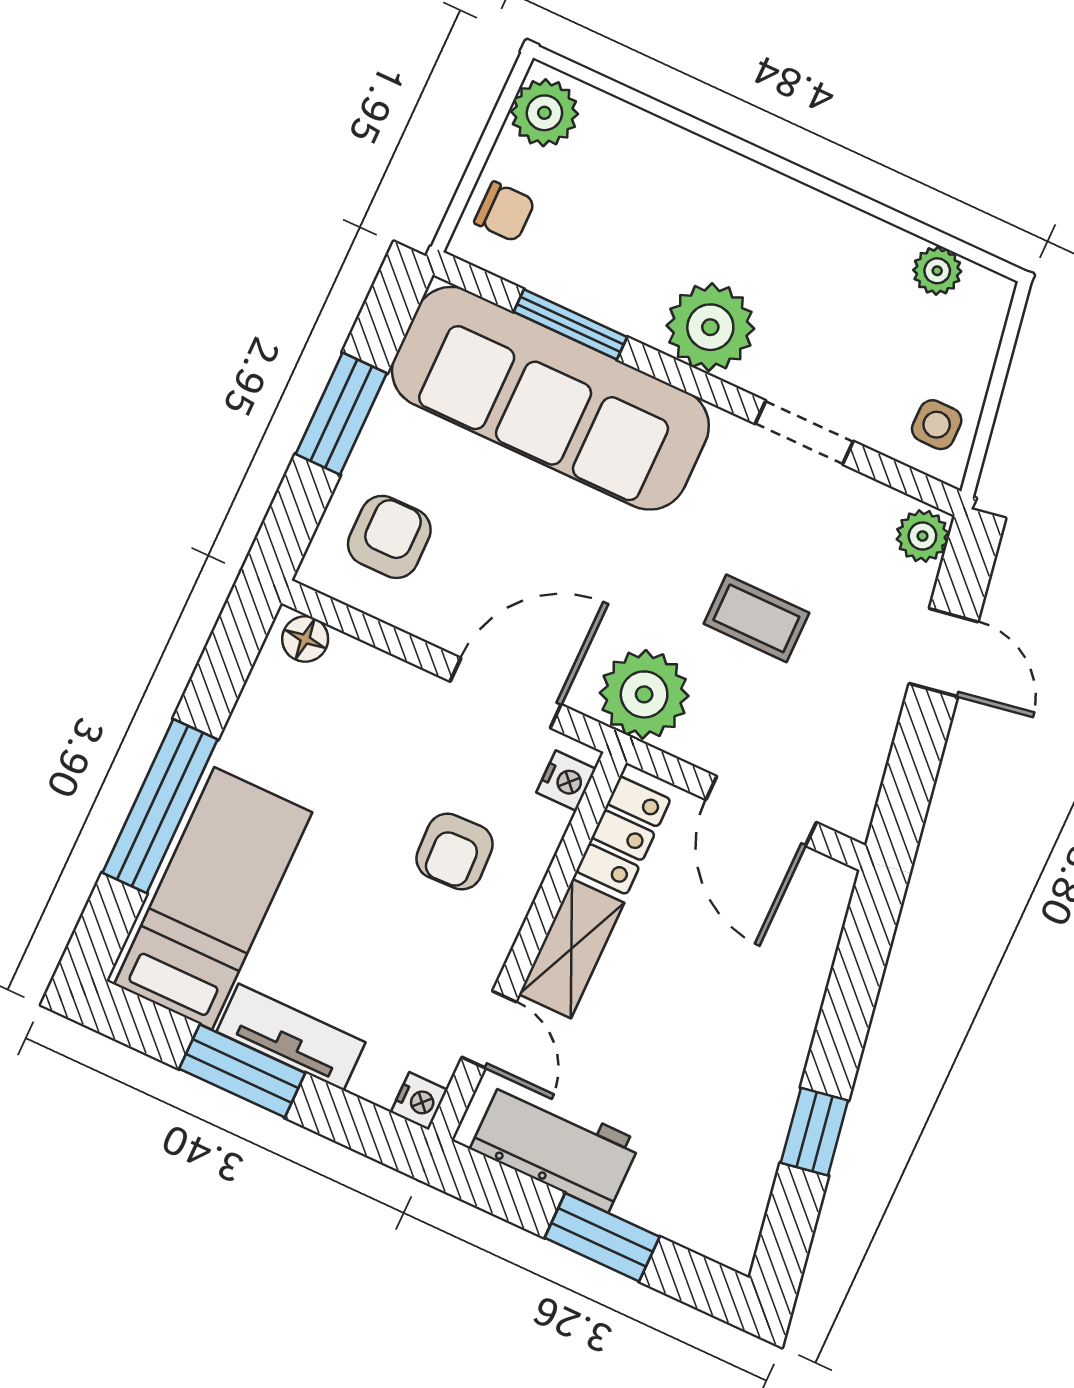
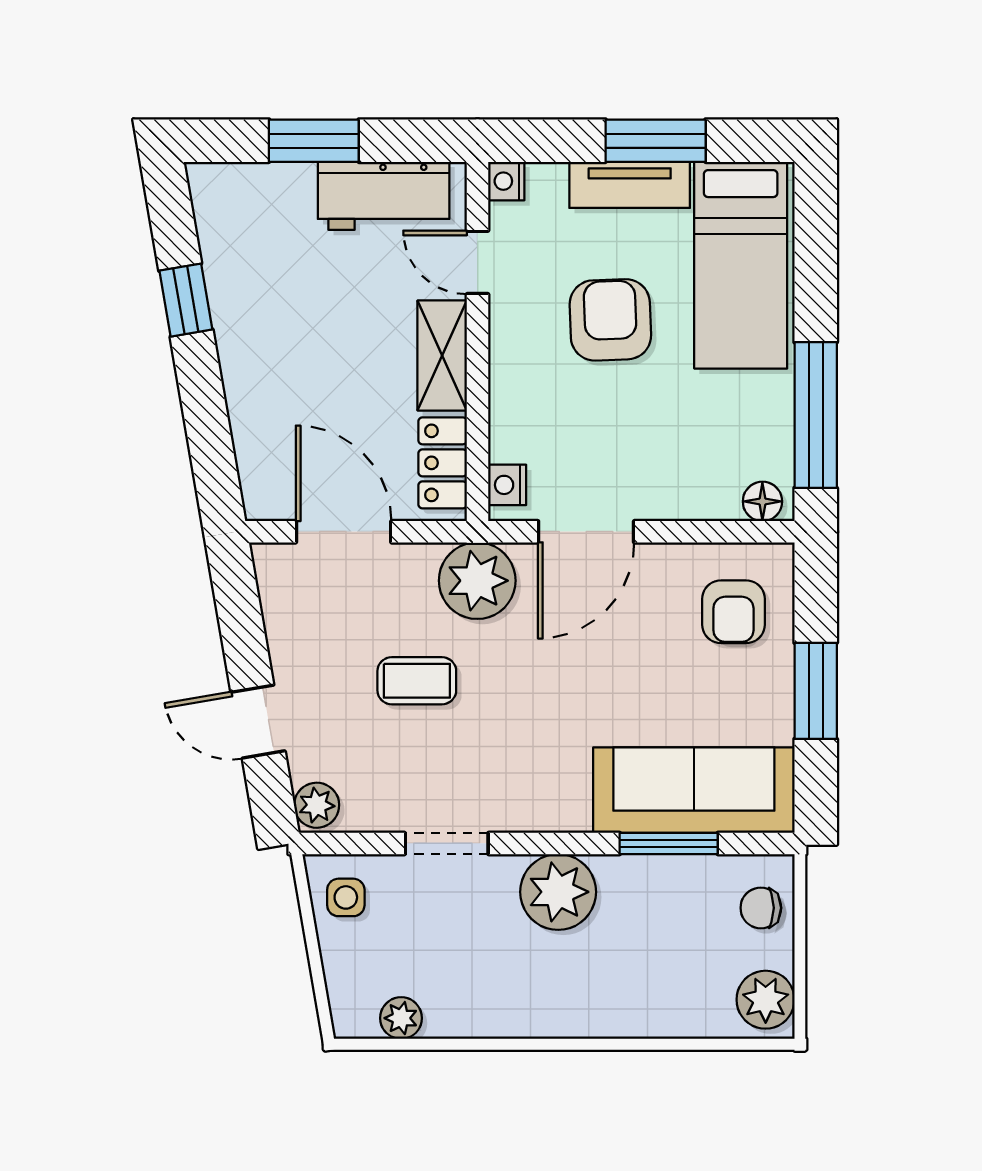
sofa: (550, 398) -> (694, 790), width x0.74, depth x0.79
window: (160, 806) -> (816, 415), moved
armchair: (455, 852) -> (610, 320), moved, width x1.38, depth x1.38

